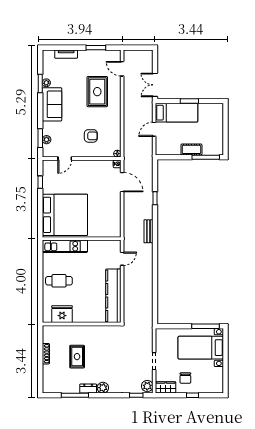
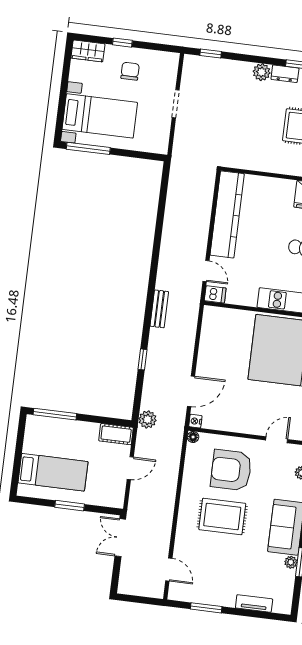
double door: (155, 85) -> (120, 538), swing flipped
rug: (97, 92) -> (222, 517), moved, turned 90
bed: (177, 113) -> (53, 472), moved, turned 180
armchair: (91, 136) -> (231, 470), width x1.88, depth x1.88
cot: (191, 149) -> (116, 434), moved
door: (122, 182) -> (191, 391), swing flipped
dishwasher: (115, 245) -> (215, 294), added
door: (122, 259) -> (206, 271), swing flipped
plant: (147, 386) -> (148, 419), moved
wardrobe: (166, 387) -> (88, 51), moved

